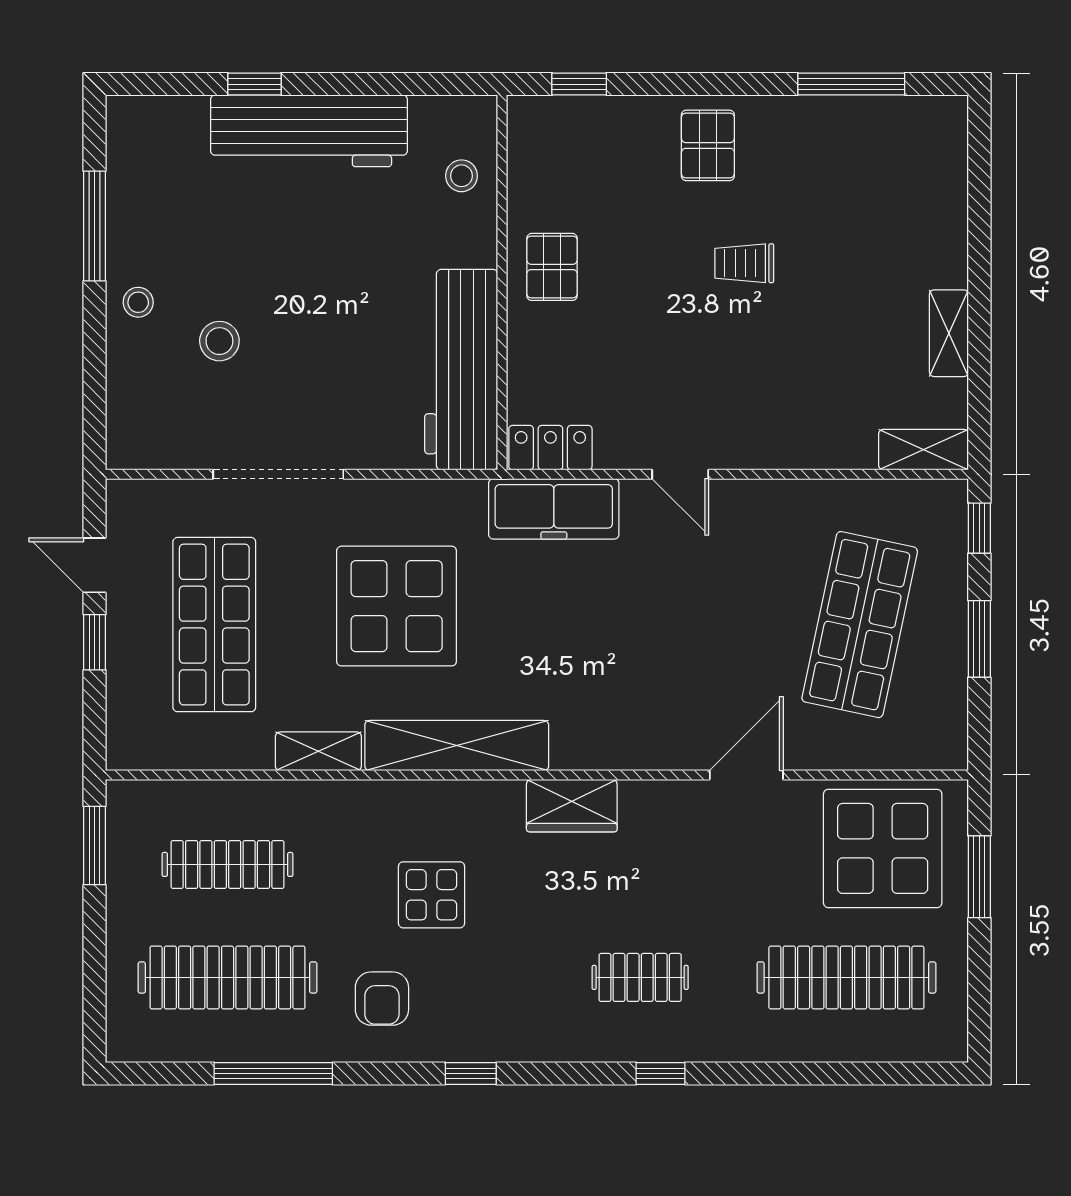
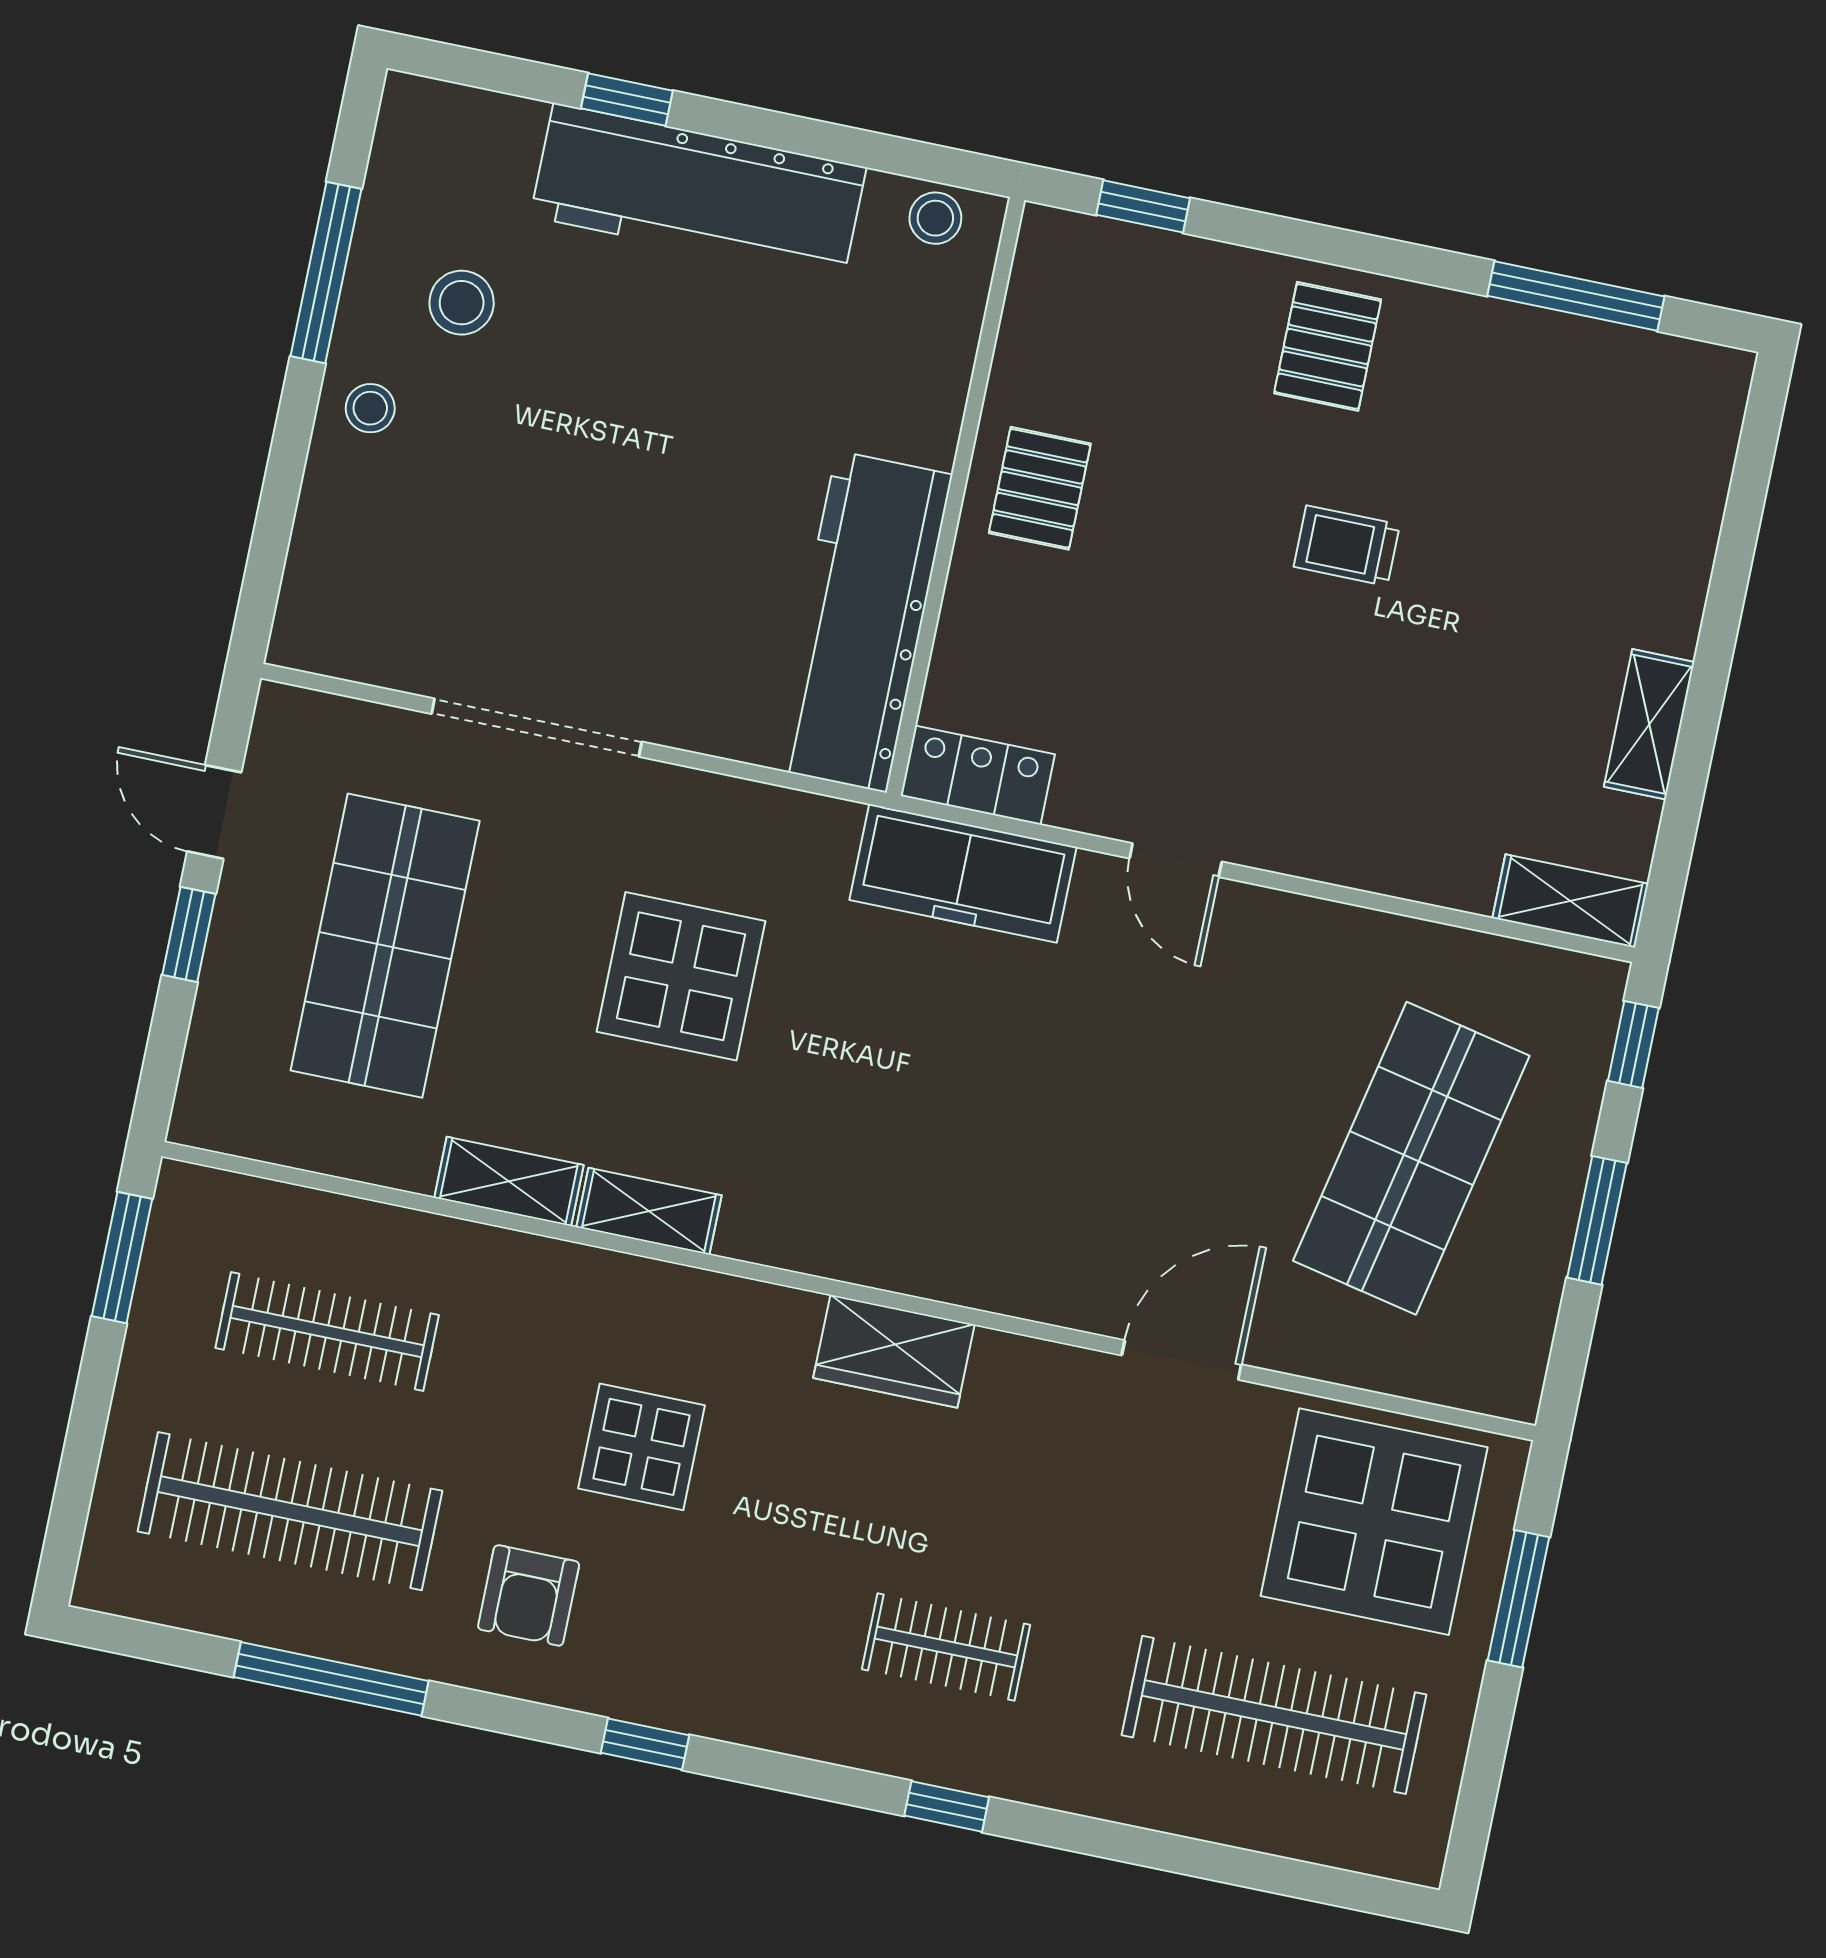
stool: (462, 176) -> (935, 218), moved
stool: (219, 341) -> (462, 303), moved
display table: (397, 606) -> (681, 976), width x0.73, depth x0.73
shelving: (457, 746) -> (649, 1211), width x0.45, depth x0.75

